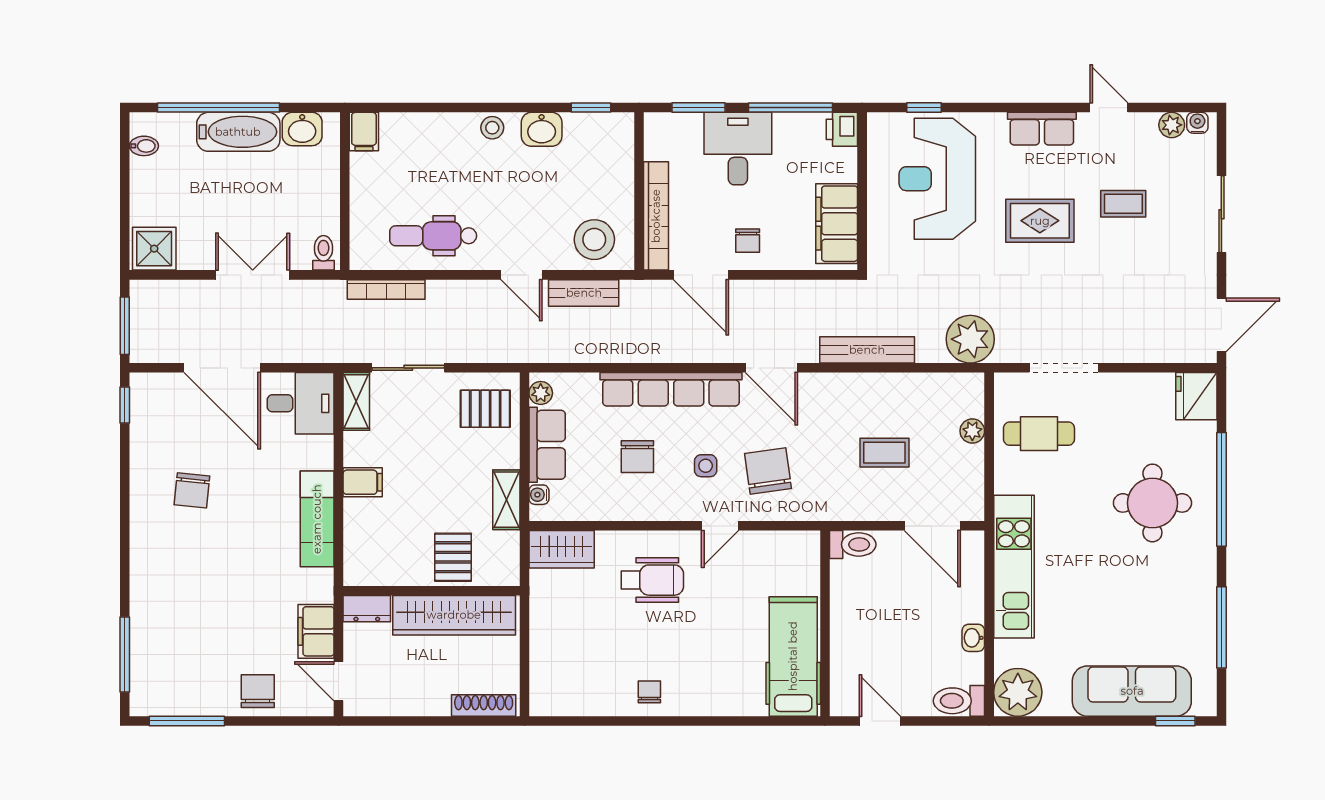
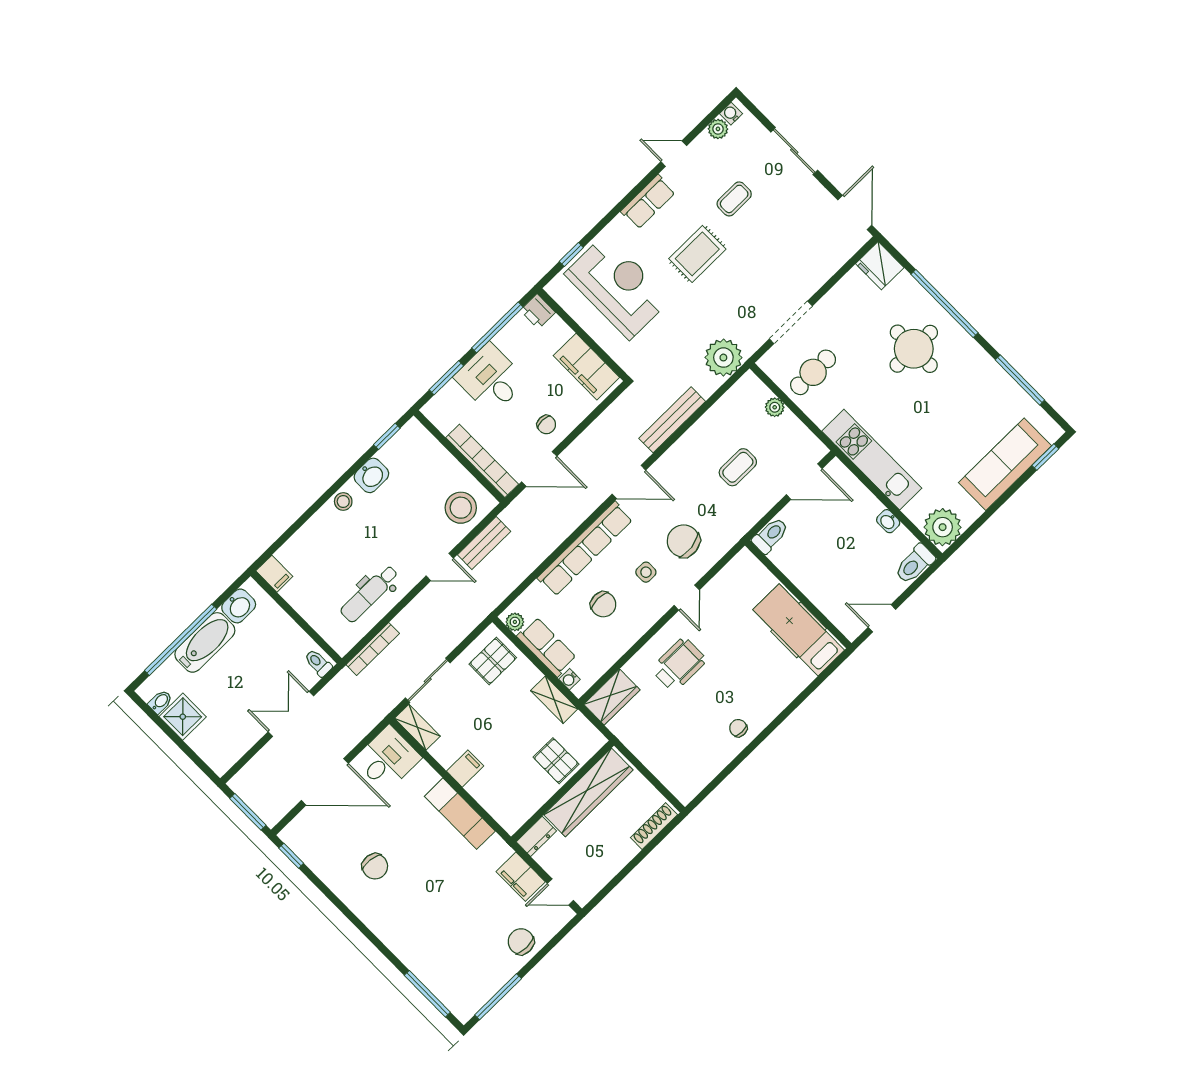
reception desk: (937, 179) -> (618, 287), turned 180
shower: (154, 249) -> (183, 717), moved

